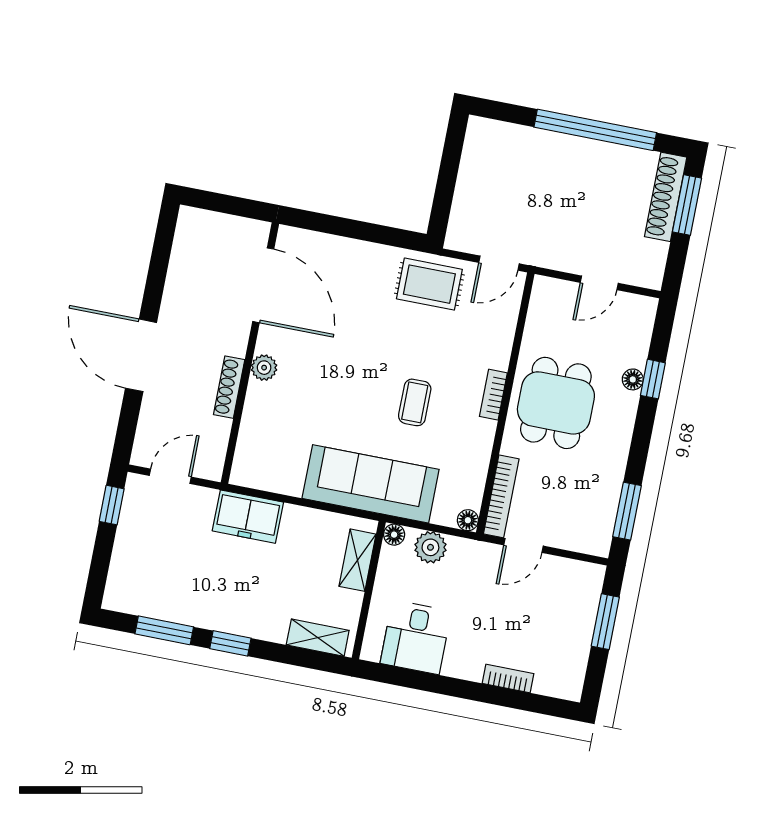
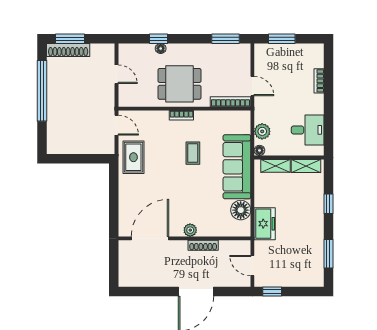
coffee table: (415, 402) -> (193, 153), turned 90
floor lamp: (468, 520) -> (241, 210), moved, width x1.89, depth x1.89
shelving: (318, 638) -> (306, 166), moved, turned 90
window: (230, 643) -> (328, 204), moved

